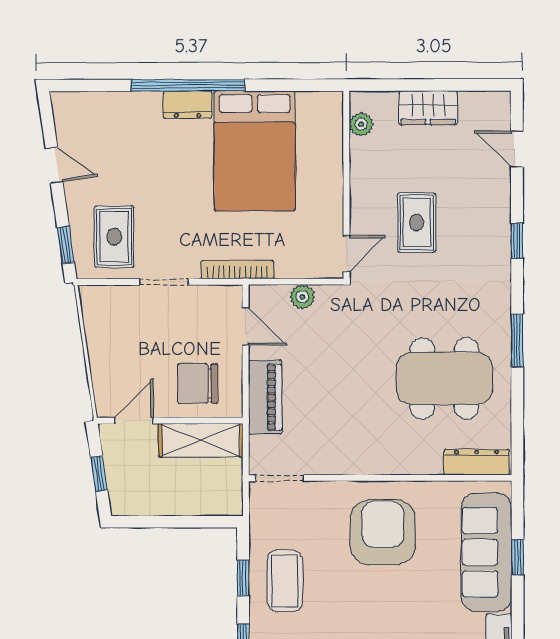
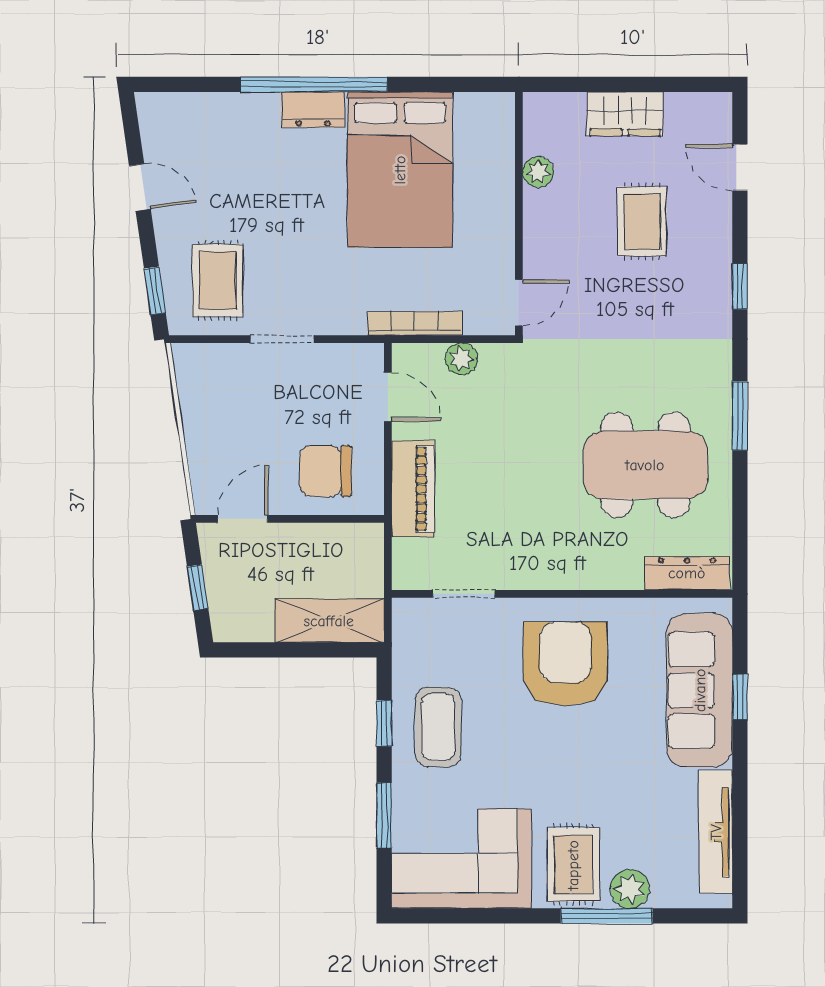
plant: (361, 124) -> (538, 172), moved
rug: (417, 223) -> (642, 221), moved
bookcase: (238, 270) -> (415, 323), moved
shelving: (201, 440) -> (329, 621), moved
doorway: (280, 478) -> (464, 594), moved

